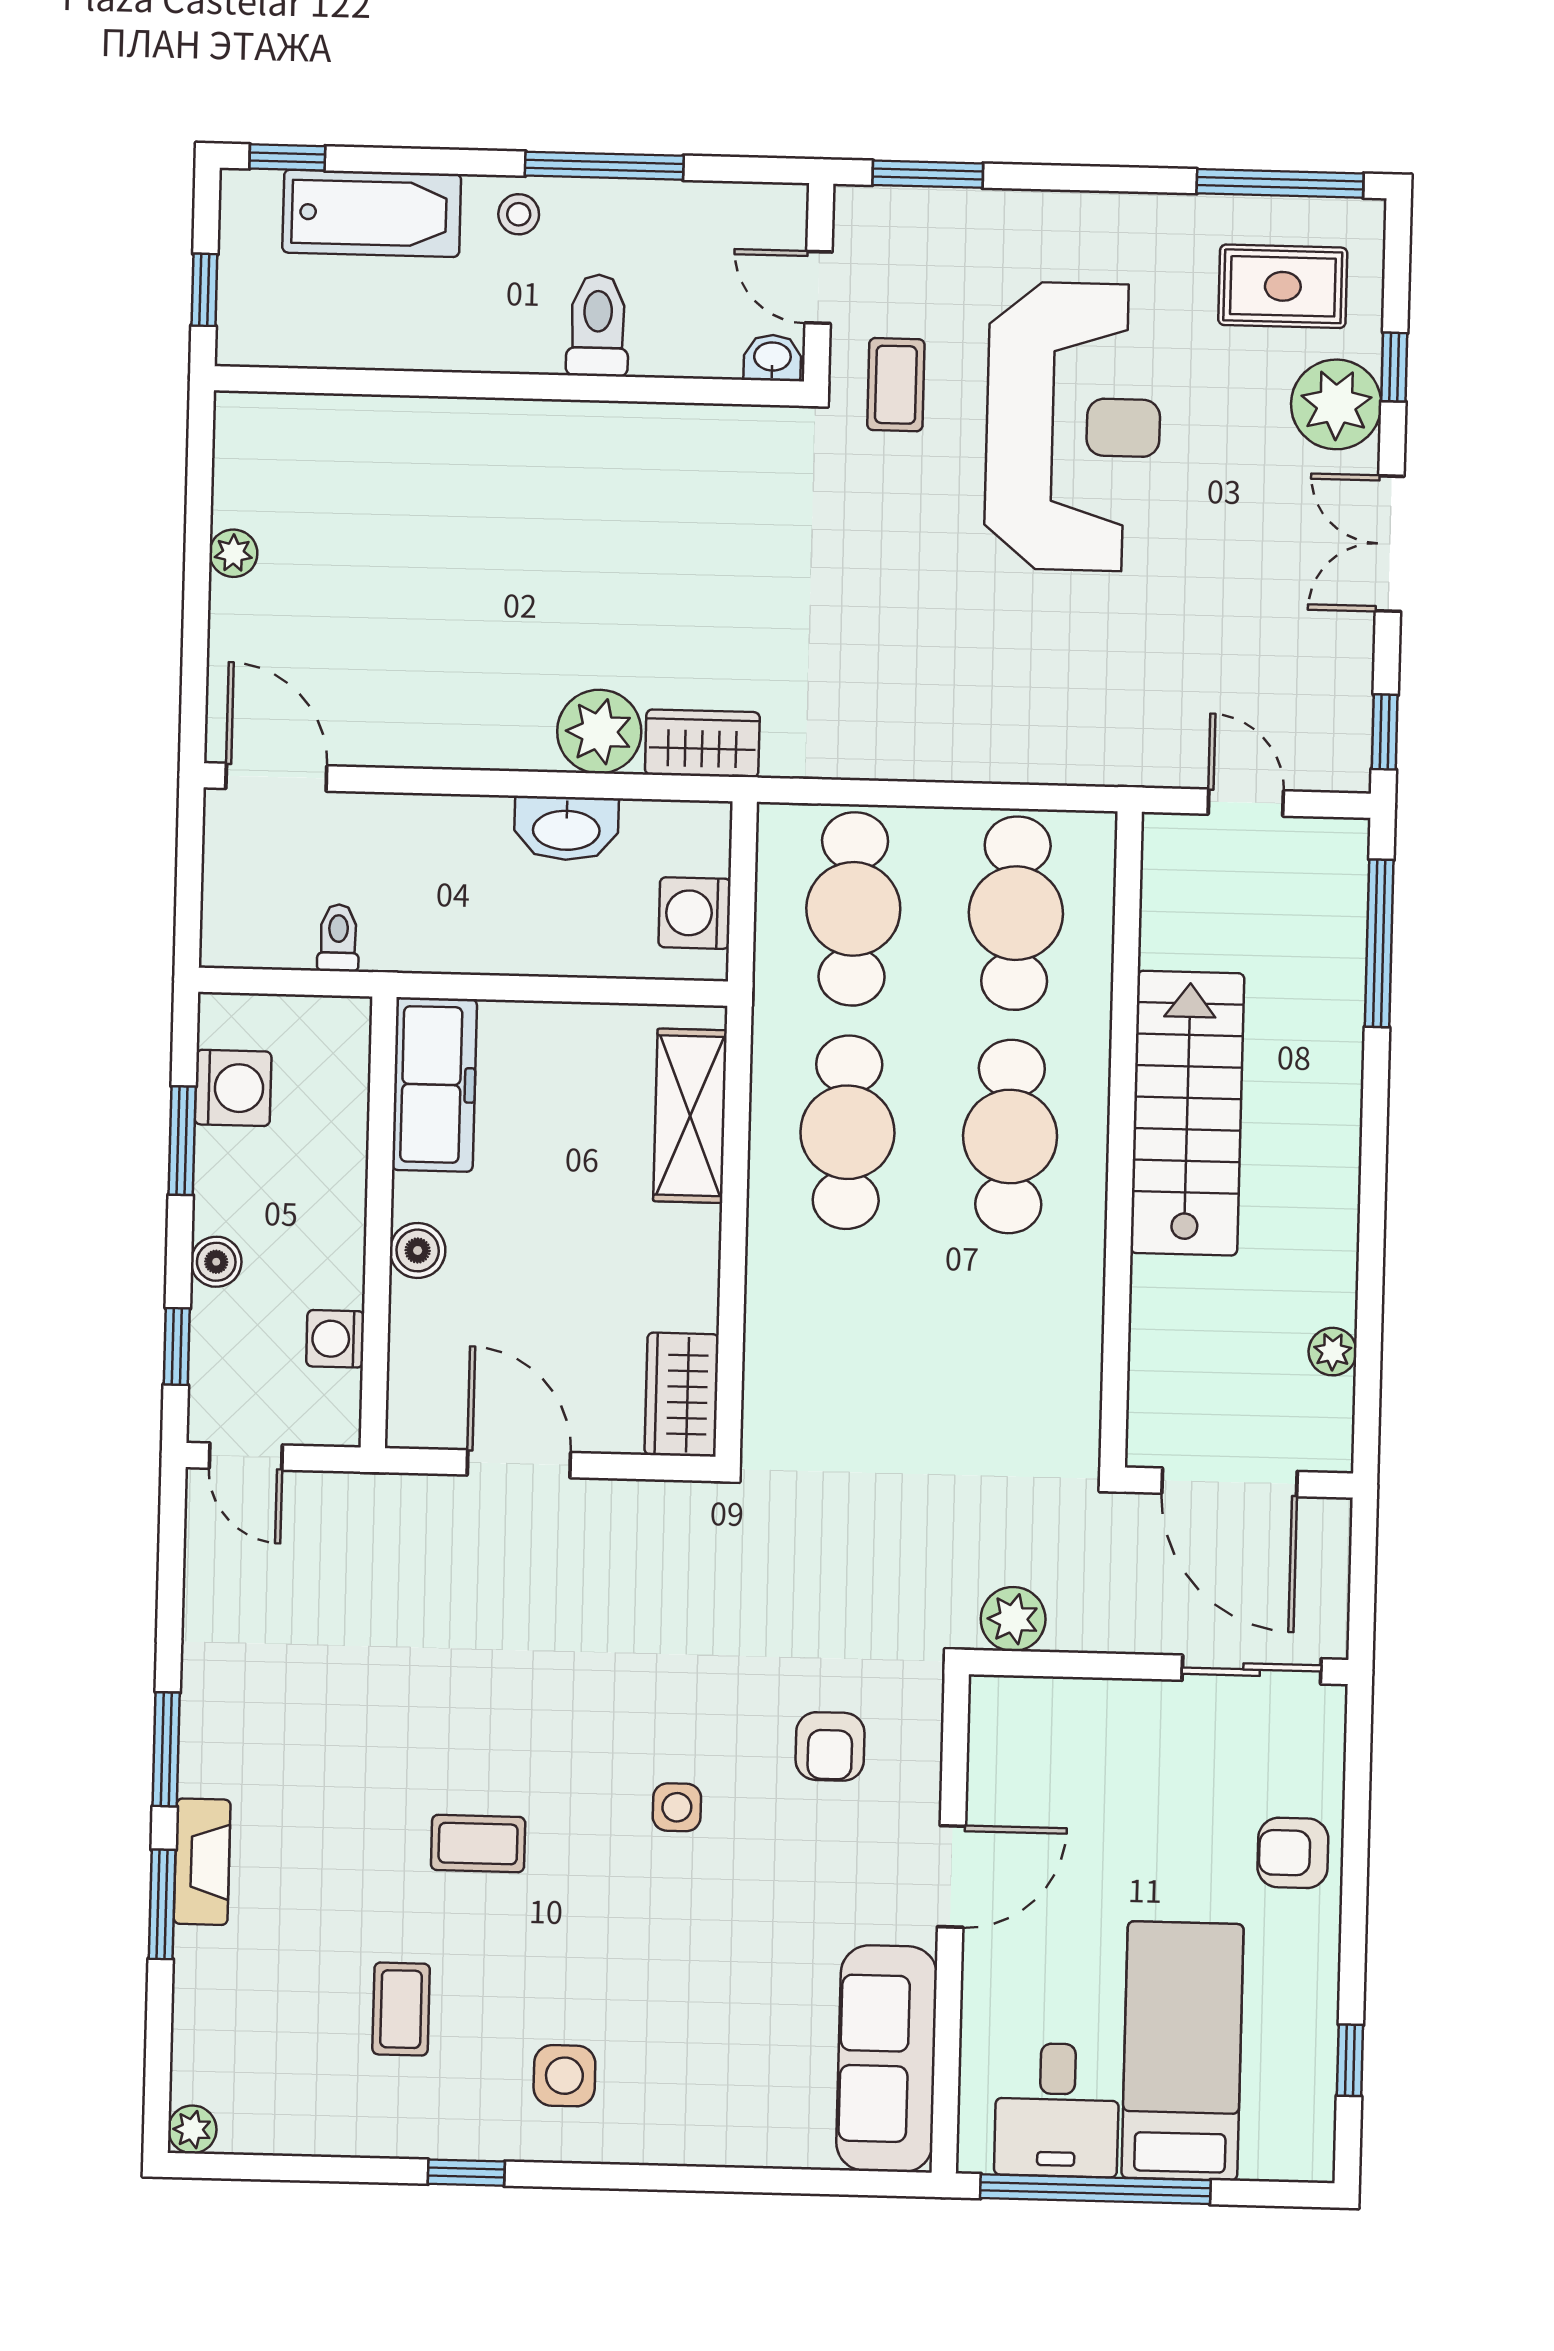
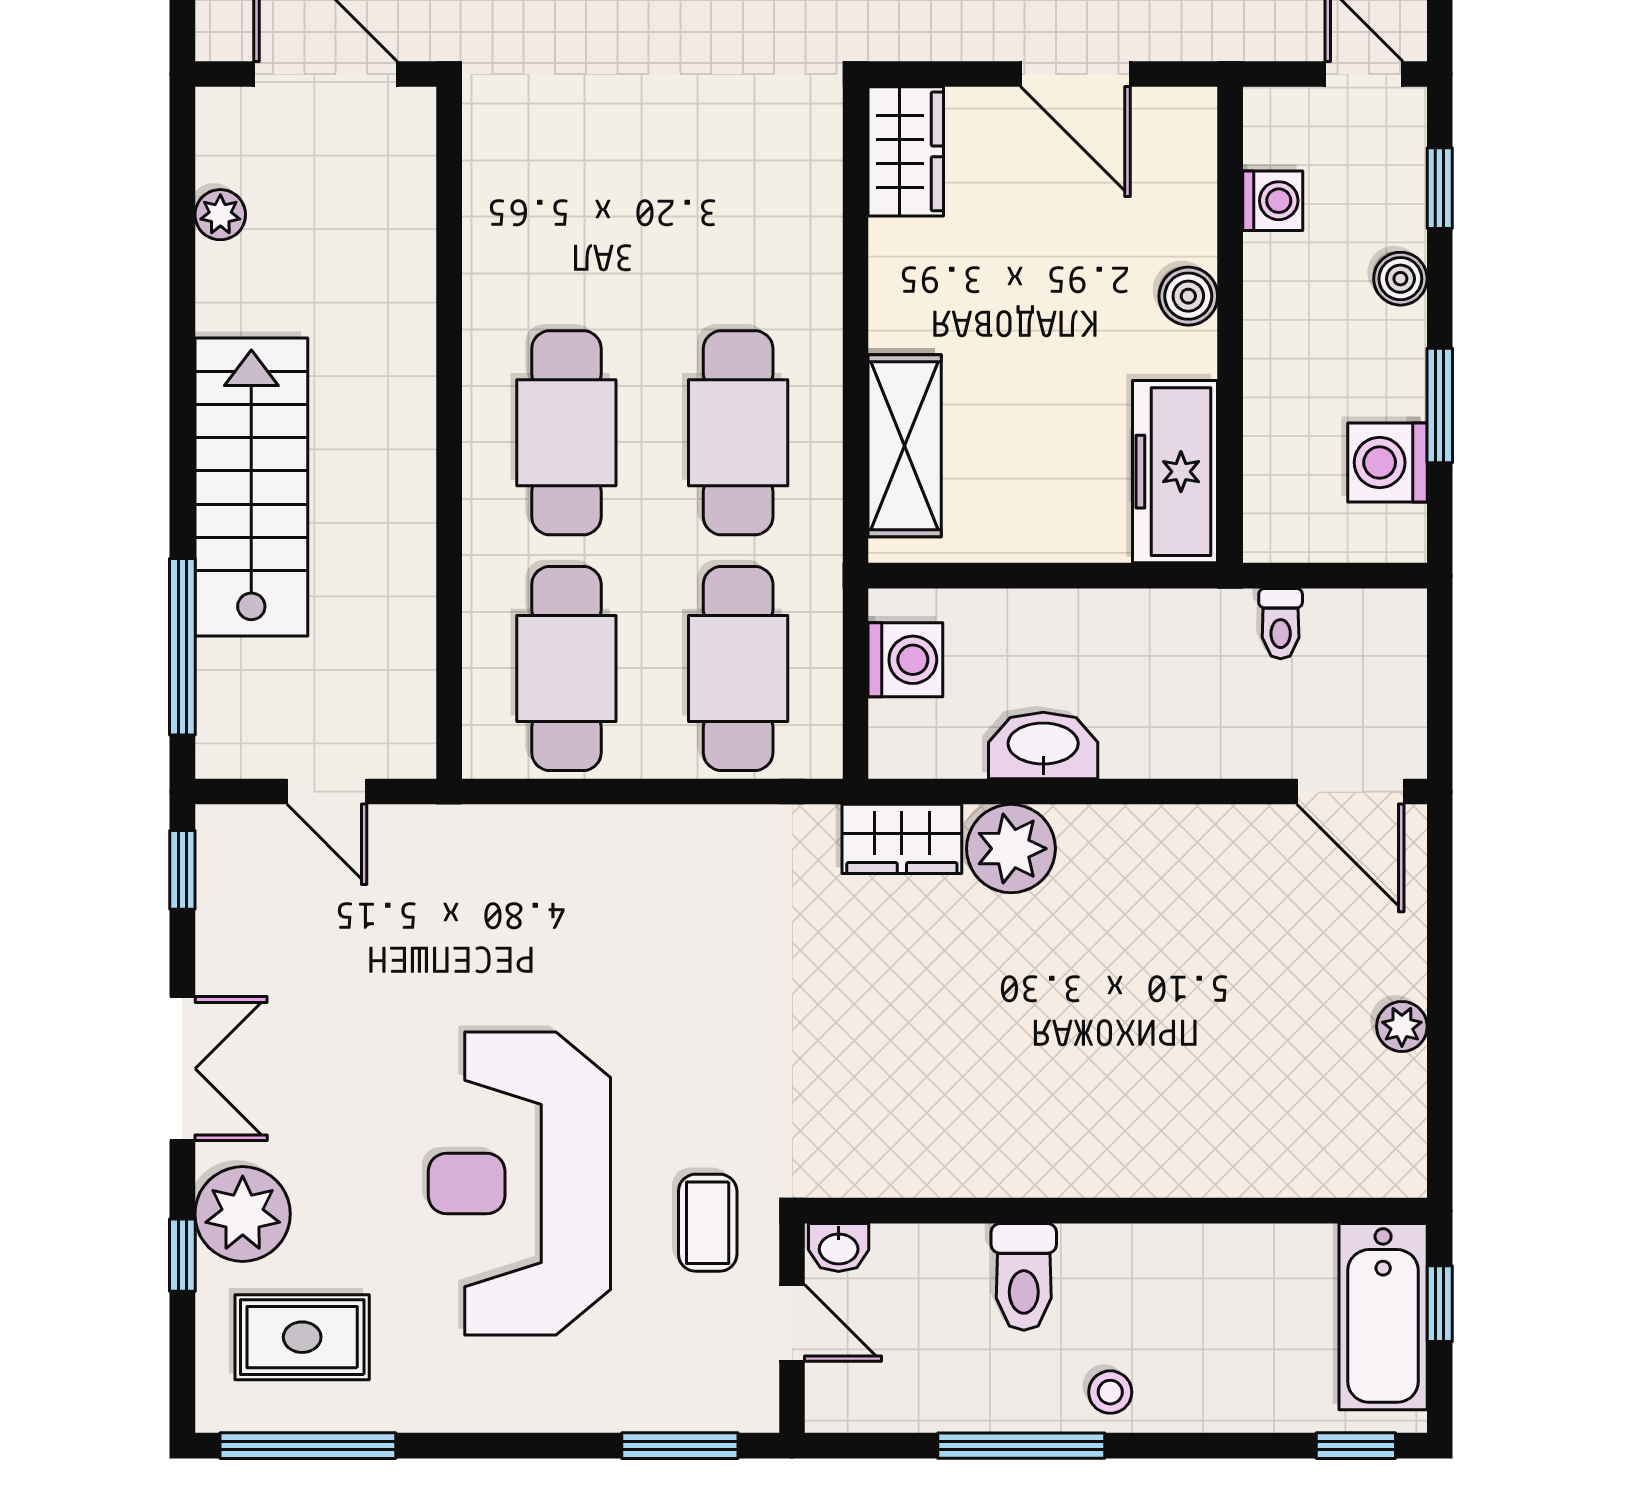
bathtub: (372, 213) -> (1383, 1317), moved, turned -90
stairs: (1187, 1113) -> (251, 487), moved, turned 180

